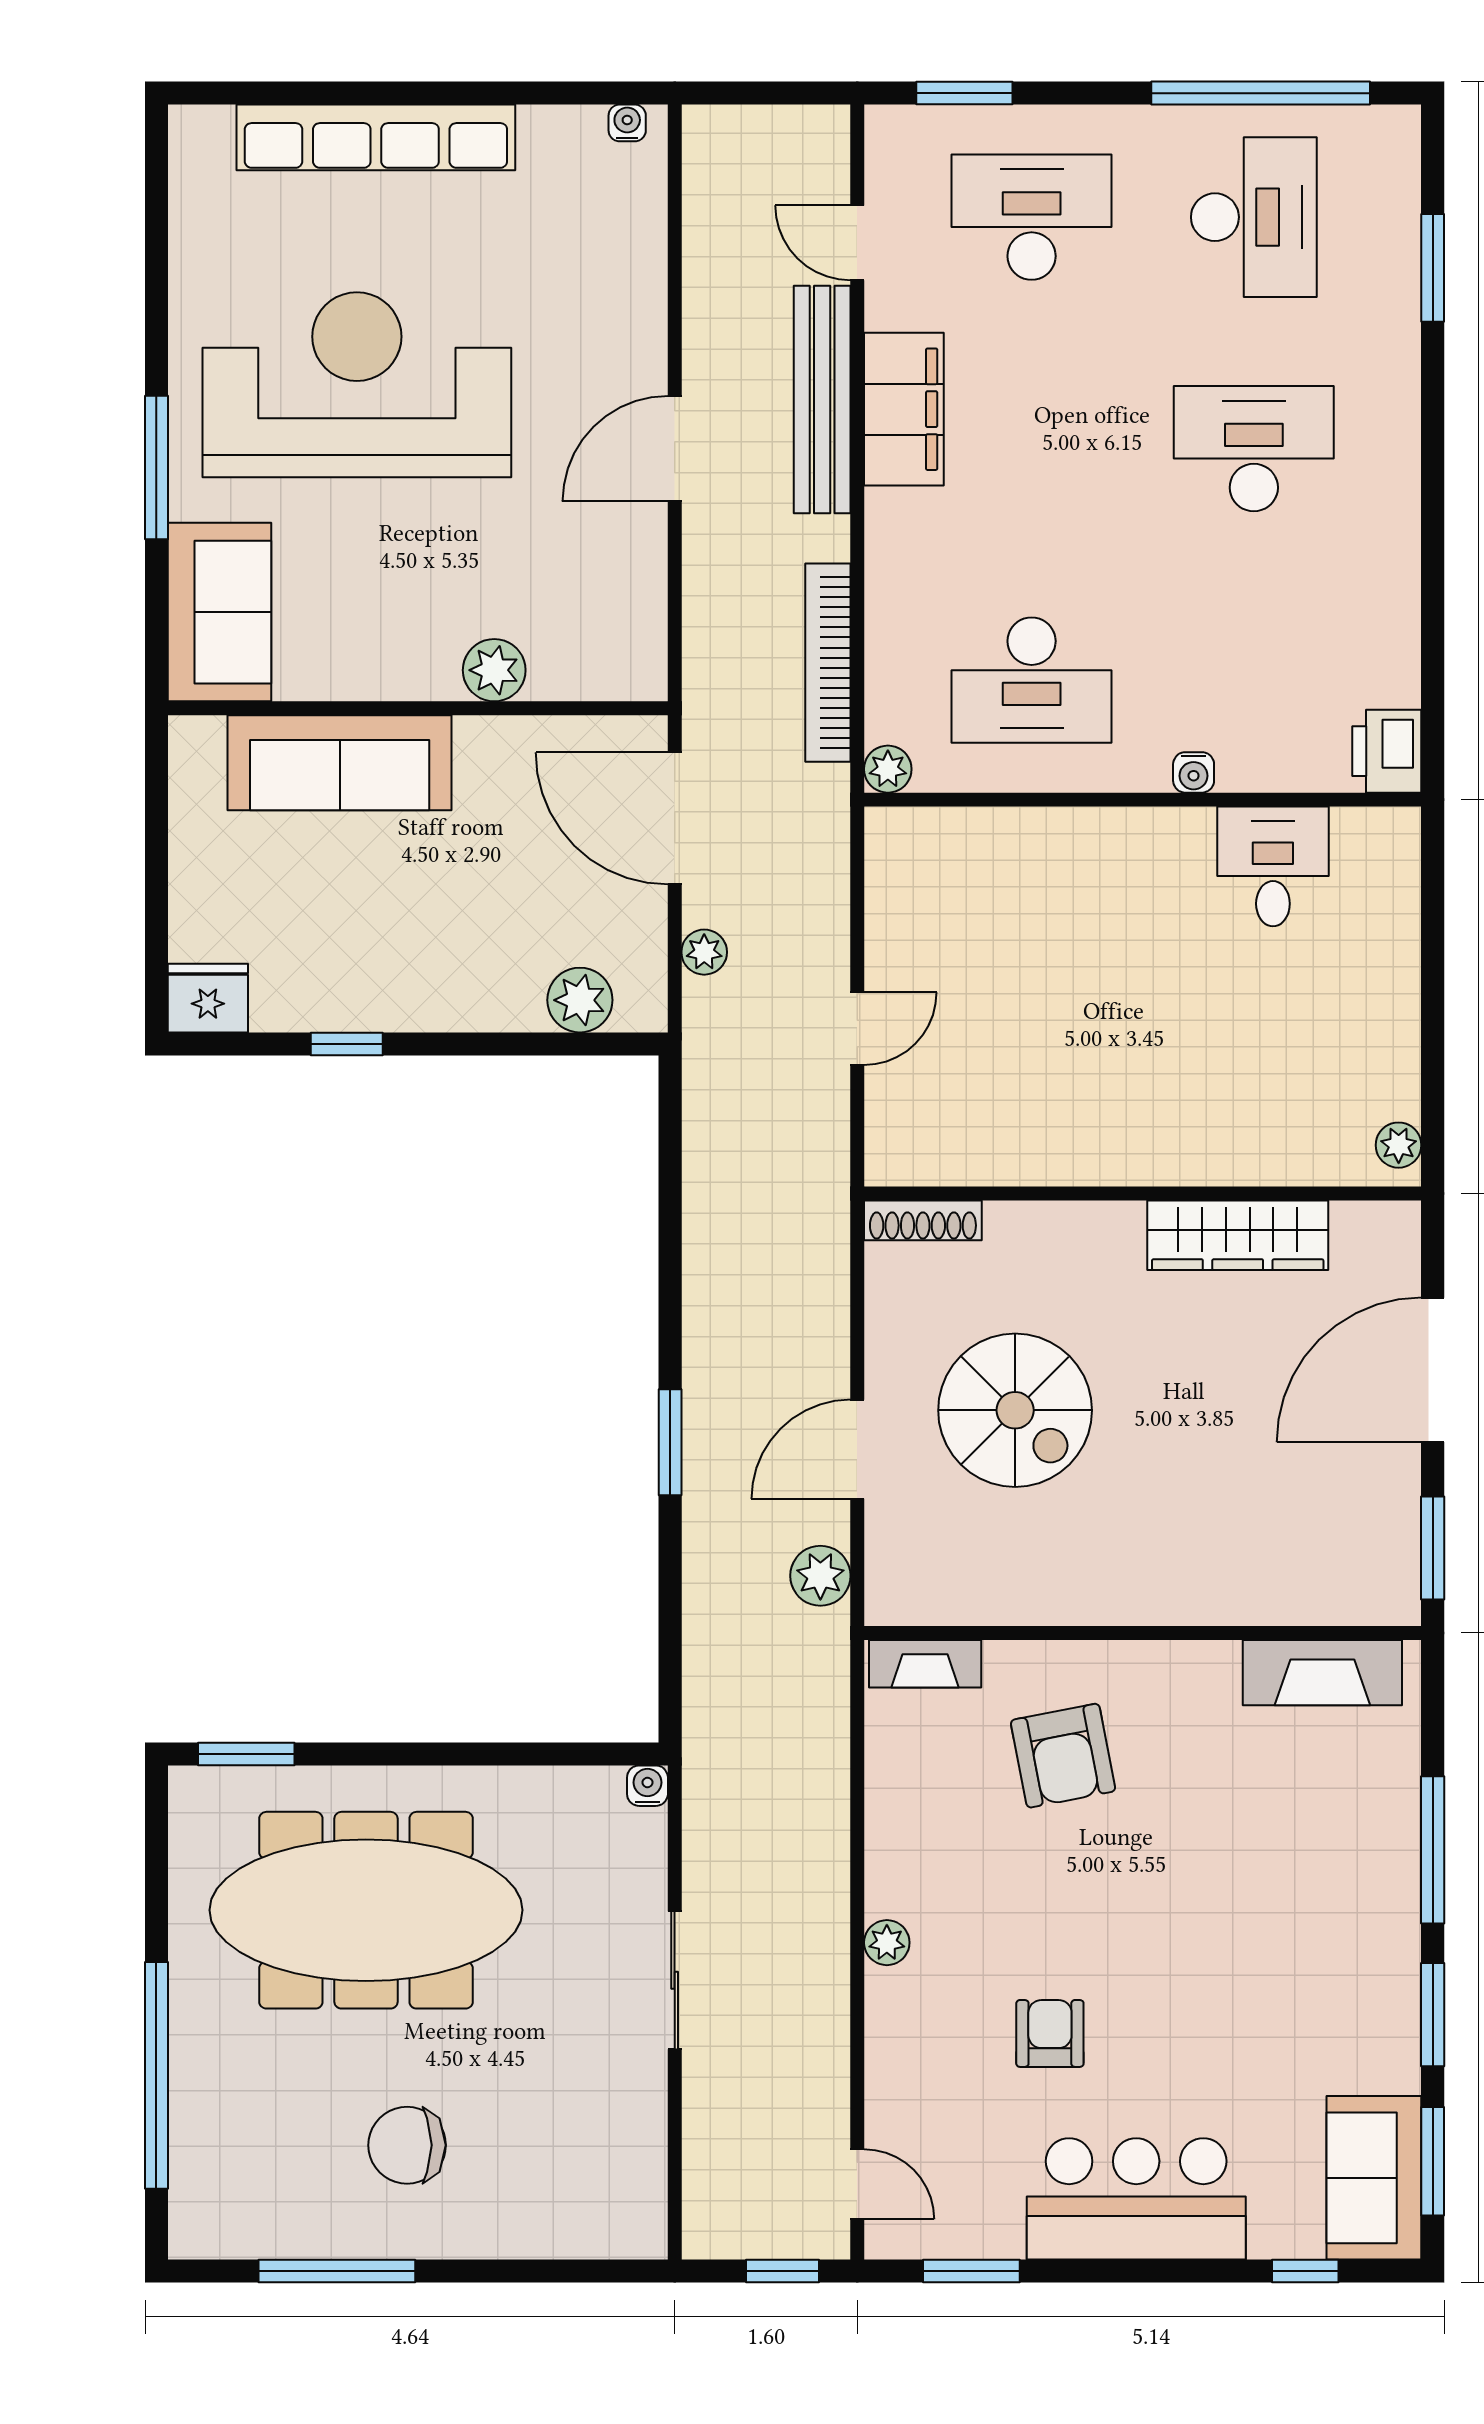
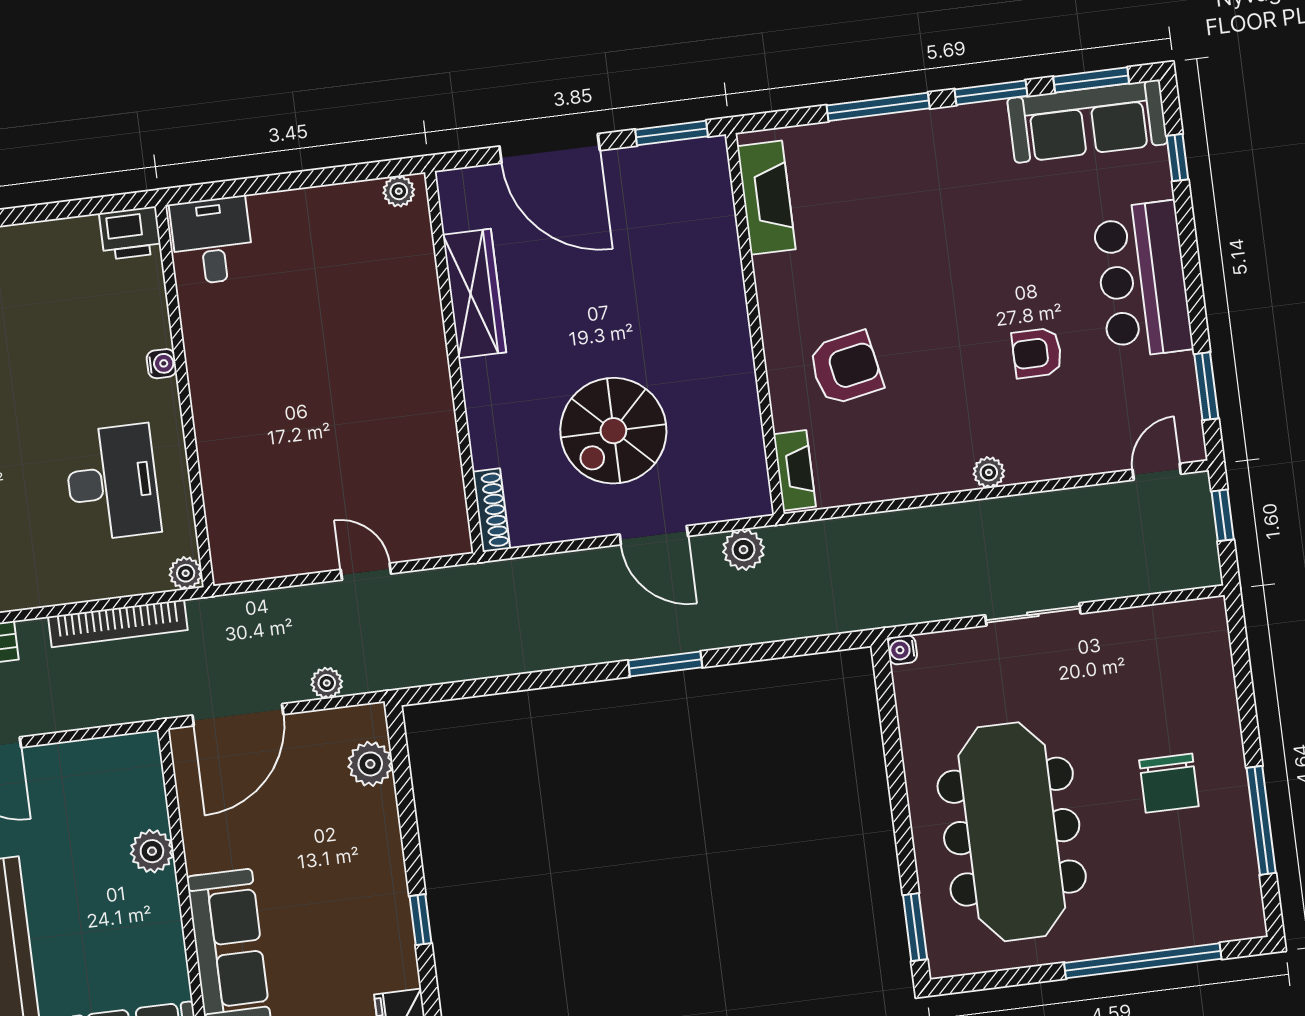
desk: (1273, 866) -> (212, 241), moved, turned 90
spiral stairs: (1015, 1410) -> (613, 431), turned 180
sofa: (1374, 2178) -> (1087, 121), width x1.36

